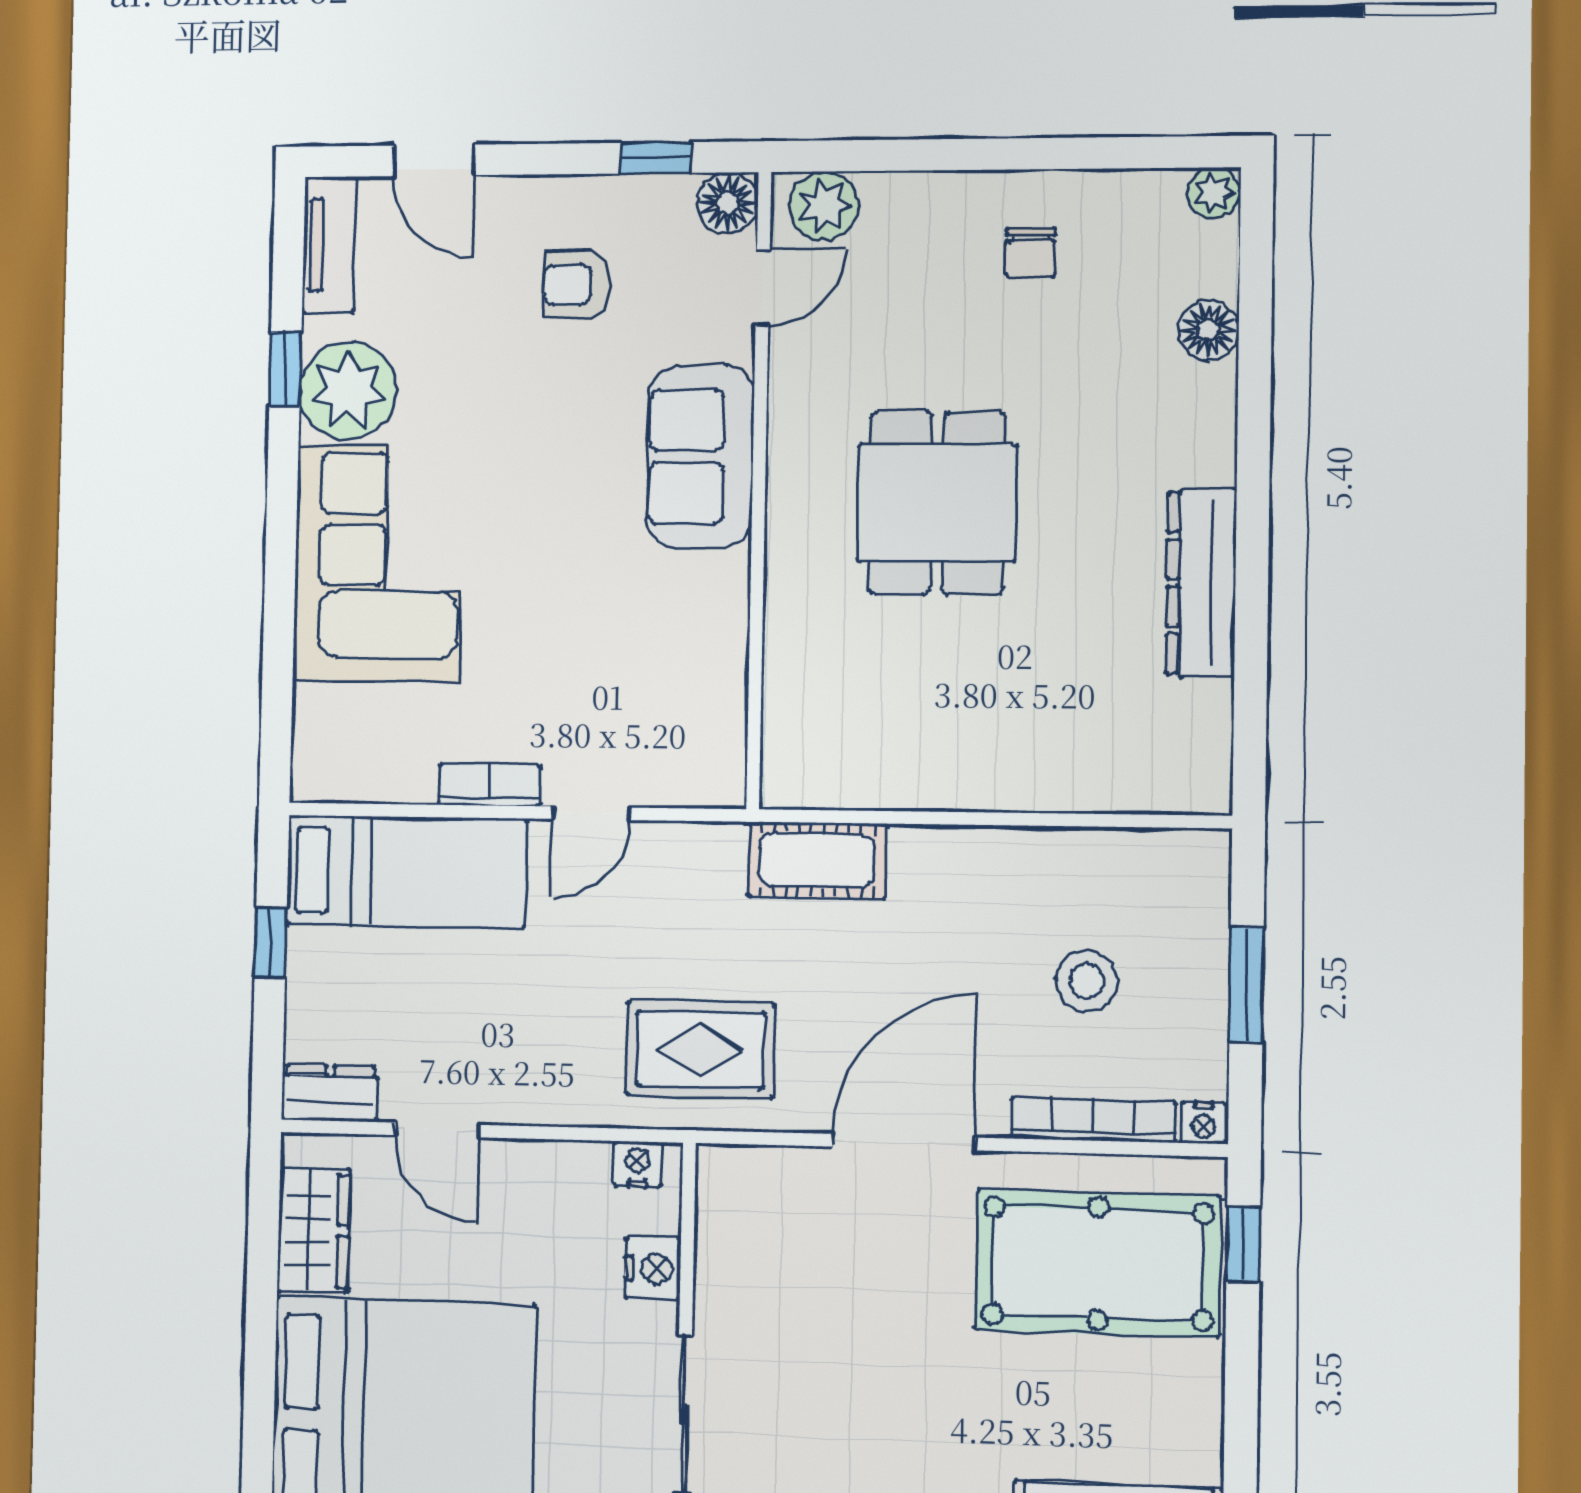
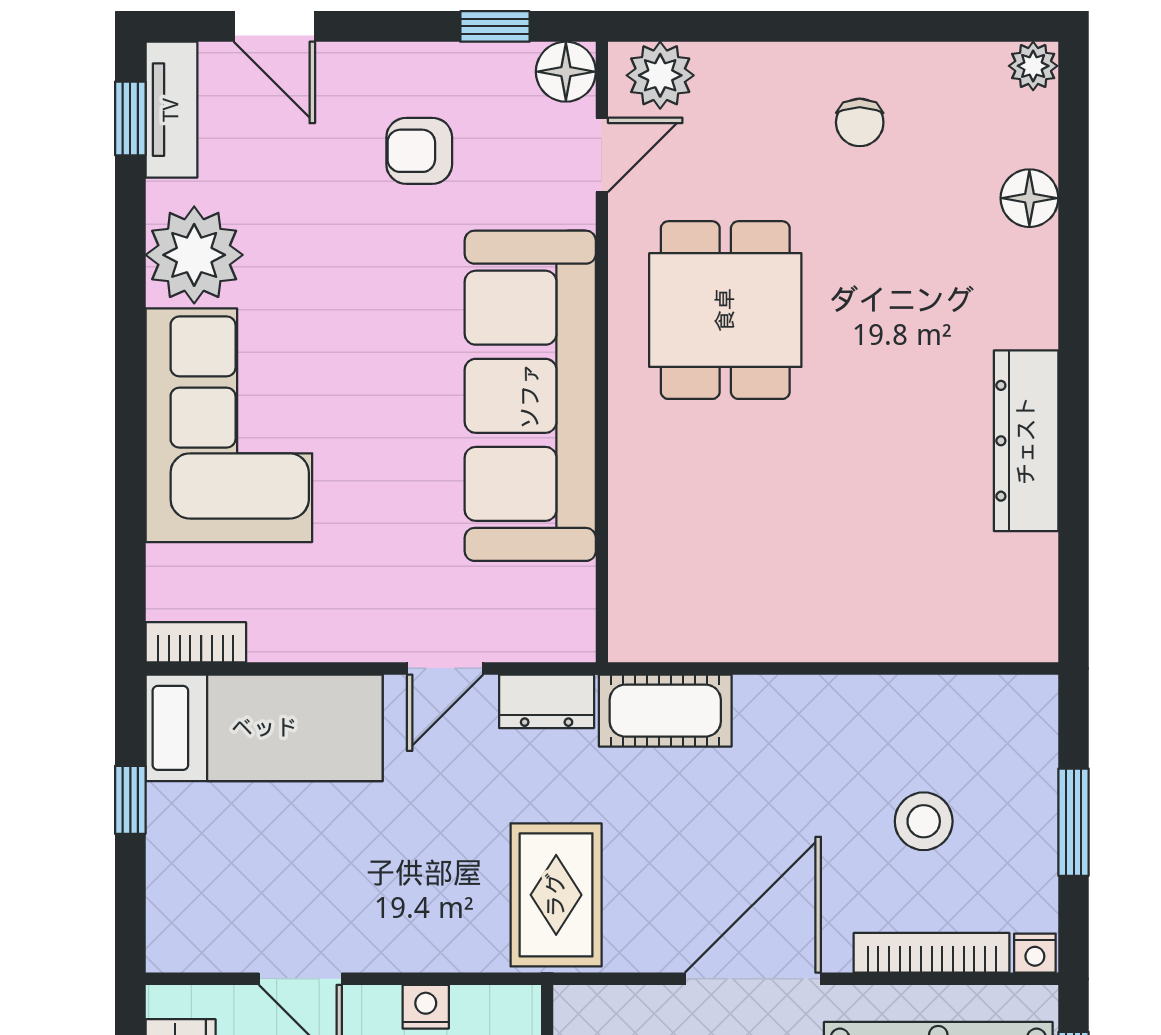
window: (285, 369) -> (130, 118), moved
sofa: (700, 456) -> (530, 396), width x1.85, depth x1.27
dining table: (937, 503) -> (725, 310), moved
bookcase: (489, 785) -> (196, 642), moved
rug: (700, 1049) -> (556, 895), turned 90
dresser: (330, 1093) -> (547, 701), moved, turned 180
nightstand: (638, 1164) -> (426, 1007), moved

